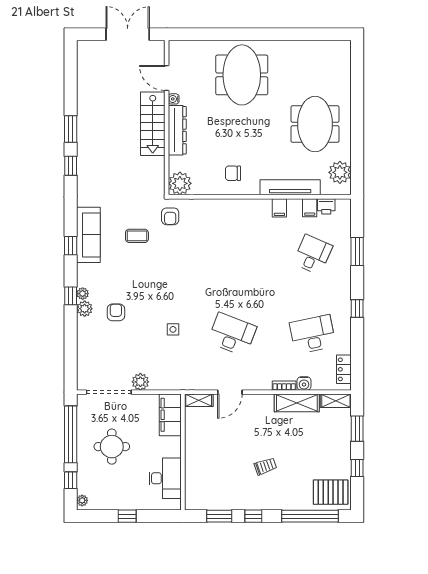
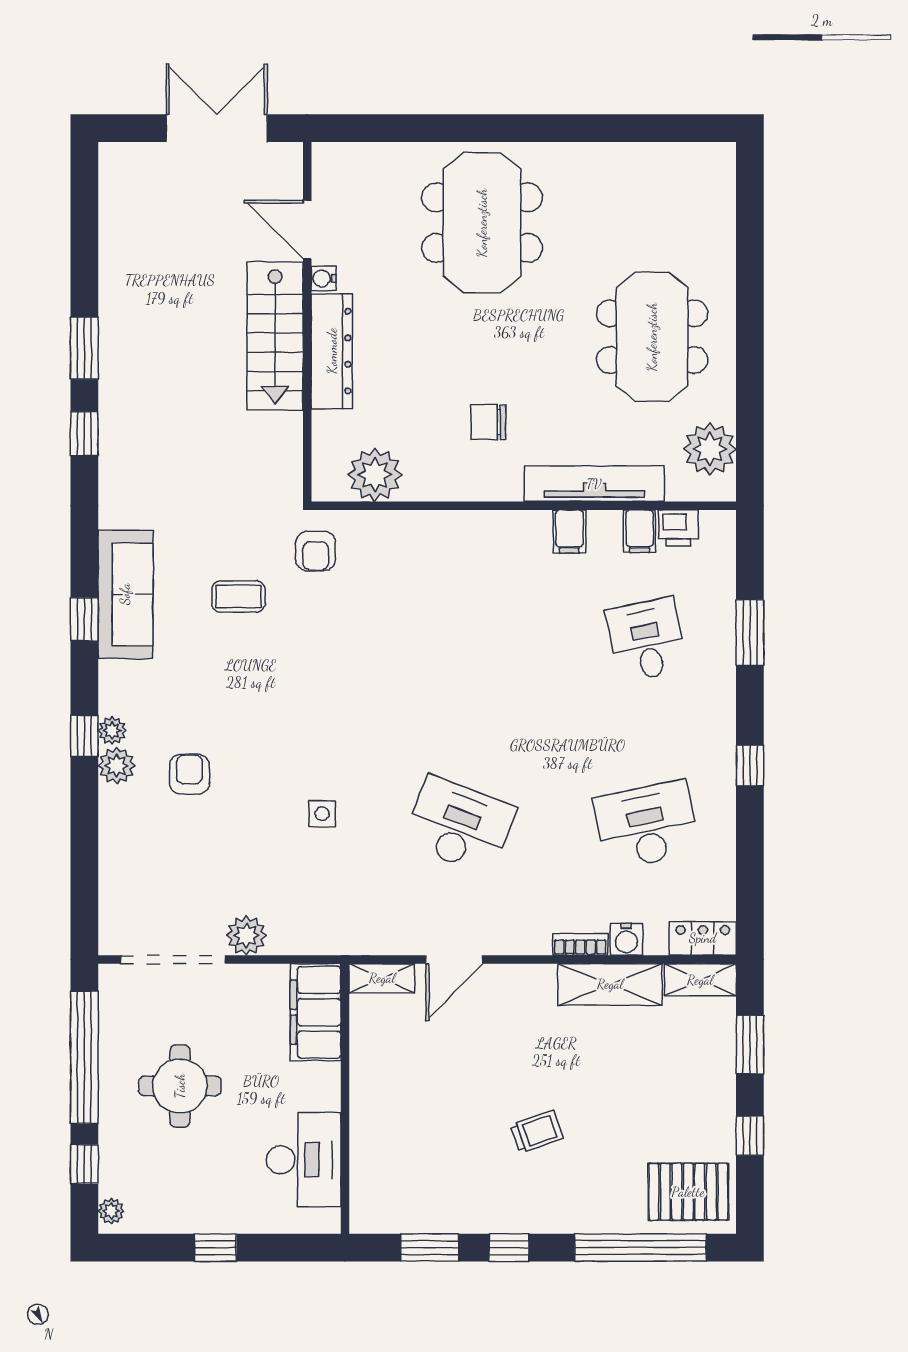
chair: (233, 173) -> (488, 422), moved
plant: (180, 183) -> (375, 475), moved
desk: (313, 255) -> (647, 640), turned -36
locker: (344, 369) -> (703, 938), moved, turned 90

